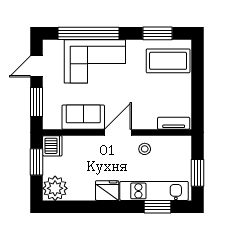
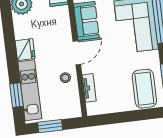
tv unit: (174, 123) -> (89, 88), moved
door: (118, 132) -> (77, 53), hinge flipped

